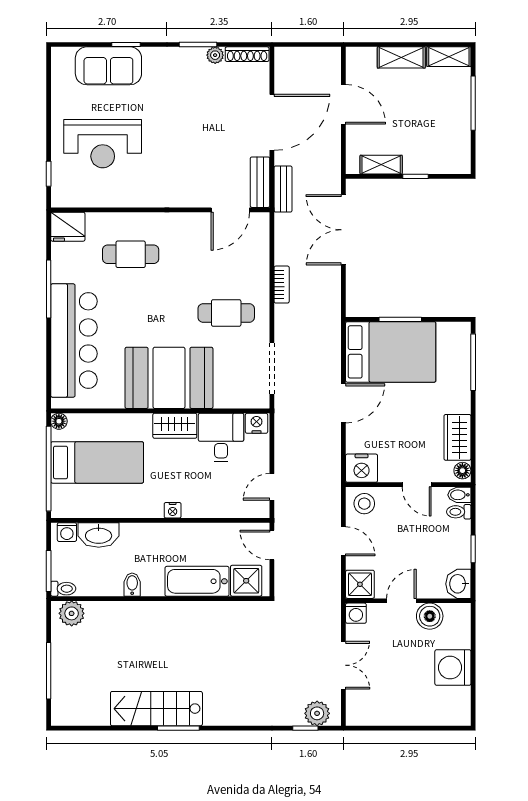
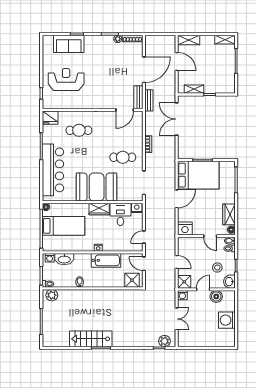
shelving: (401, 57) -> (189, 40), moved
reception desk: (103, 144) -> (66, 80), turned 180
stool: (364, 504) -> (217, 268), moved
bathtub: (197, 581) -> (106, 260), moved, turned 180

